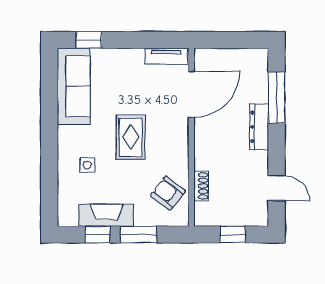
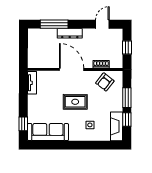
door: (191, 94) -> (72, 69), moved
fireplace: (106, 215) -> (117, 126), moved

